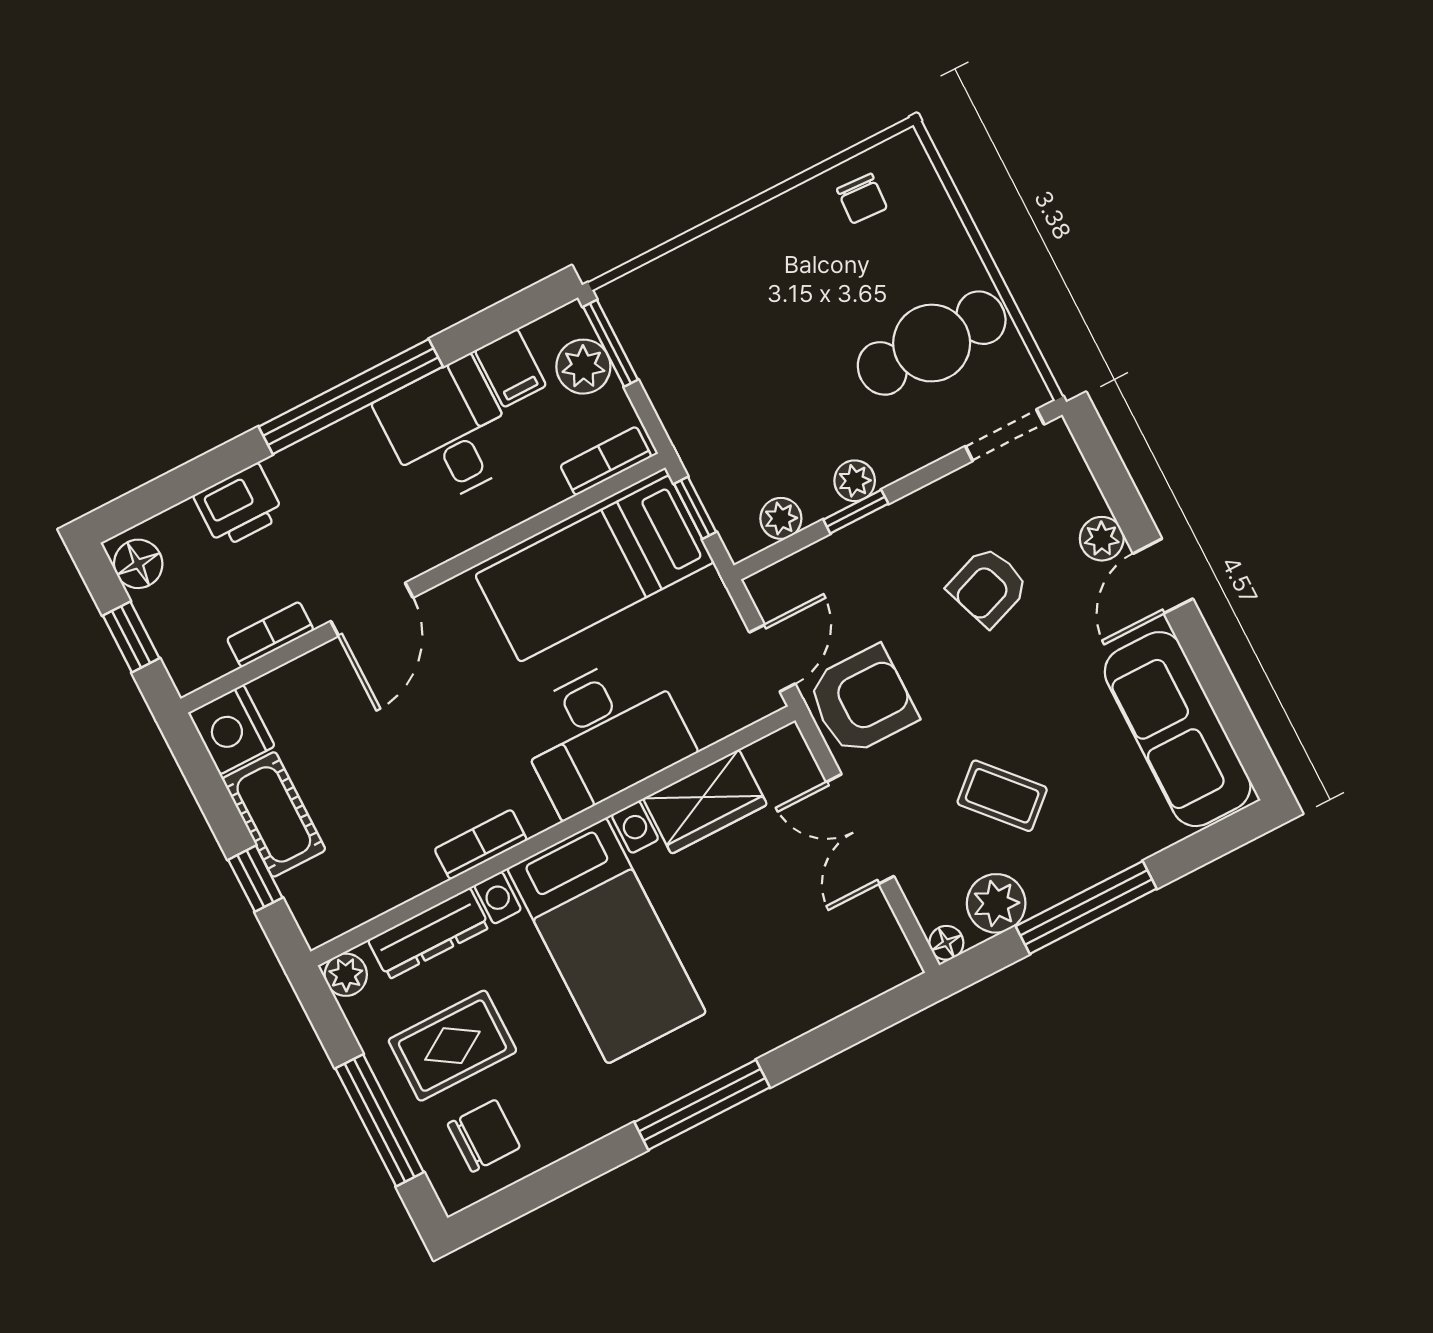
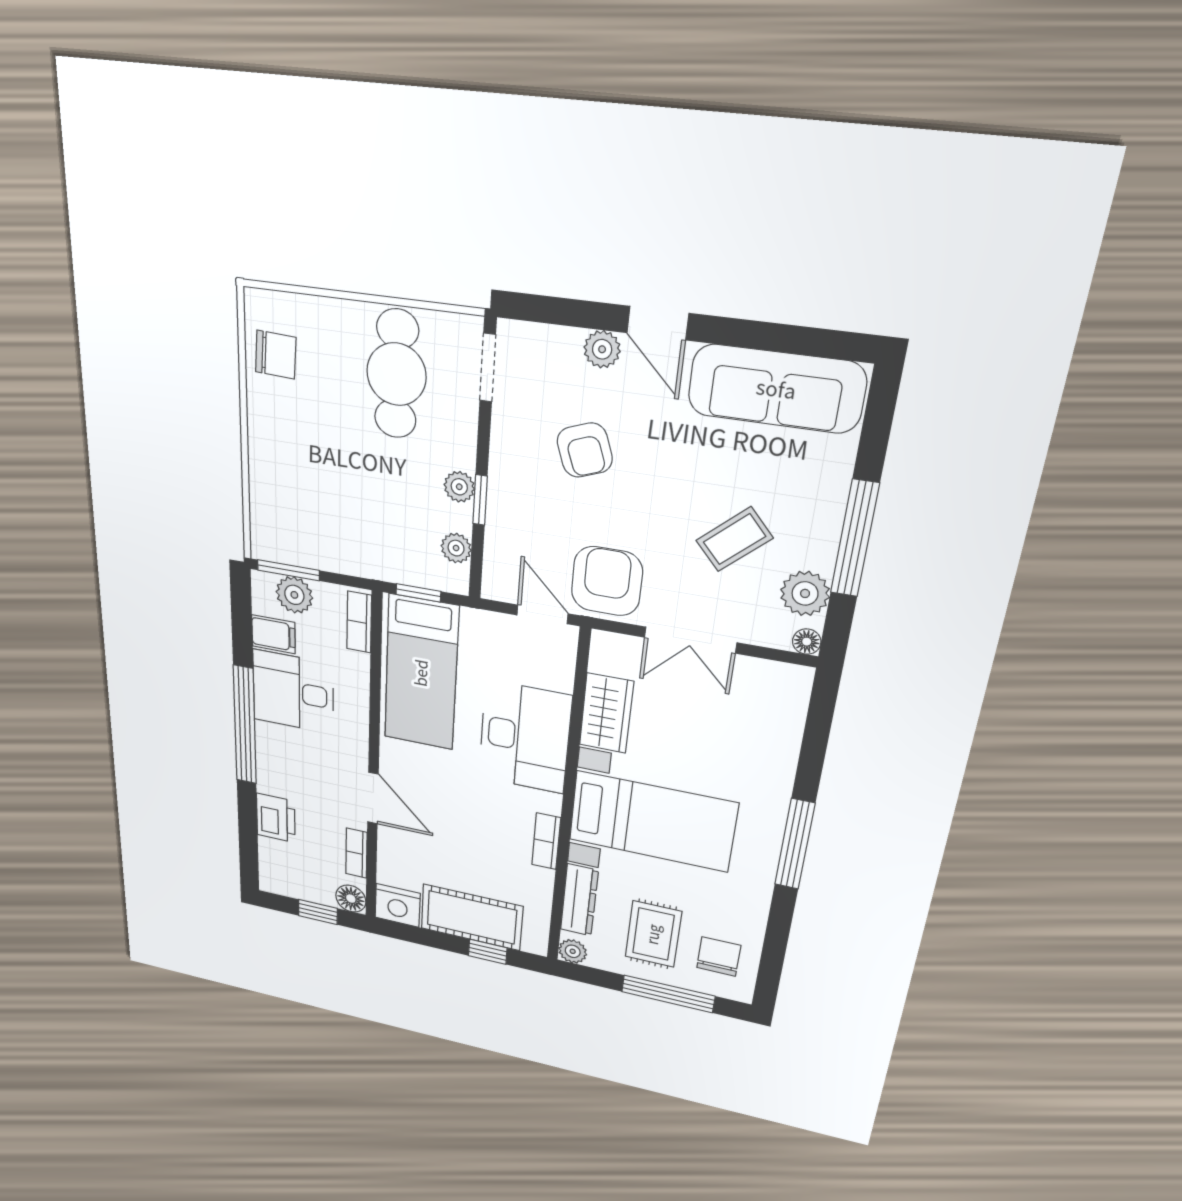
chair: (862, 199) -> (276, 355), width x1.37, depth x1.37
floor lamp: (138, 564) -> (351, 899), moved
cot: (274, 814) -> (472, 917), width x1.37, depth x1.34

